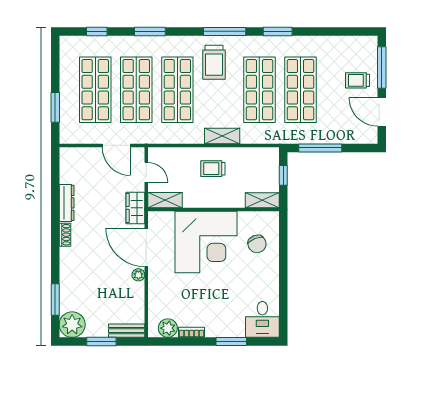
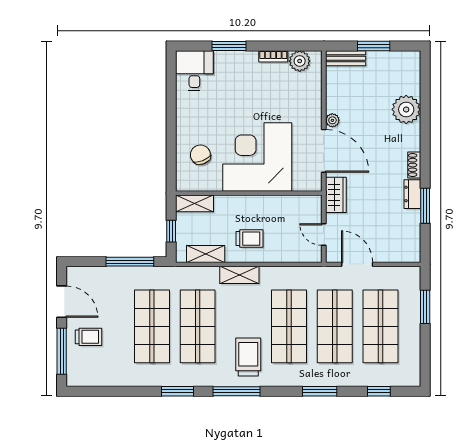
shelving: (165, 200) -> (206, 254), moved
dresser: (67, 203) -> (412, 194), width x0.70
window: (55, 300) -> (425, 206), moved
plant: (72, 325) -> (406, 109), moved

